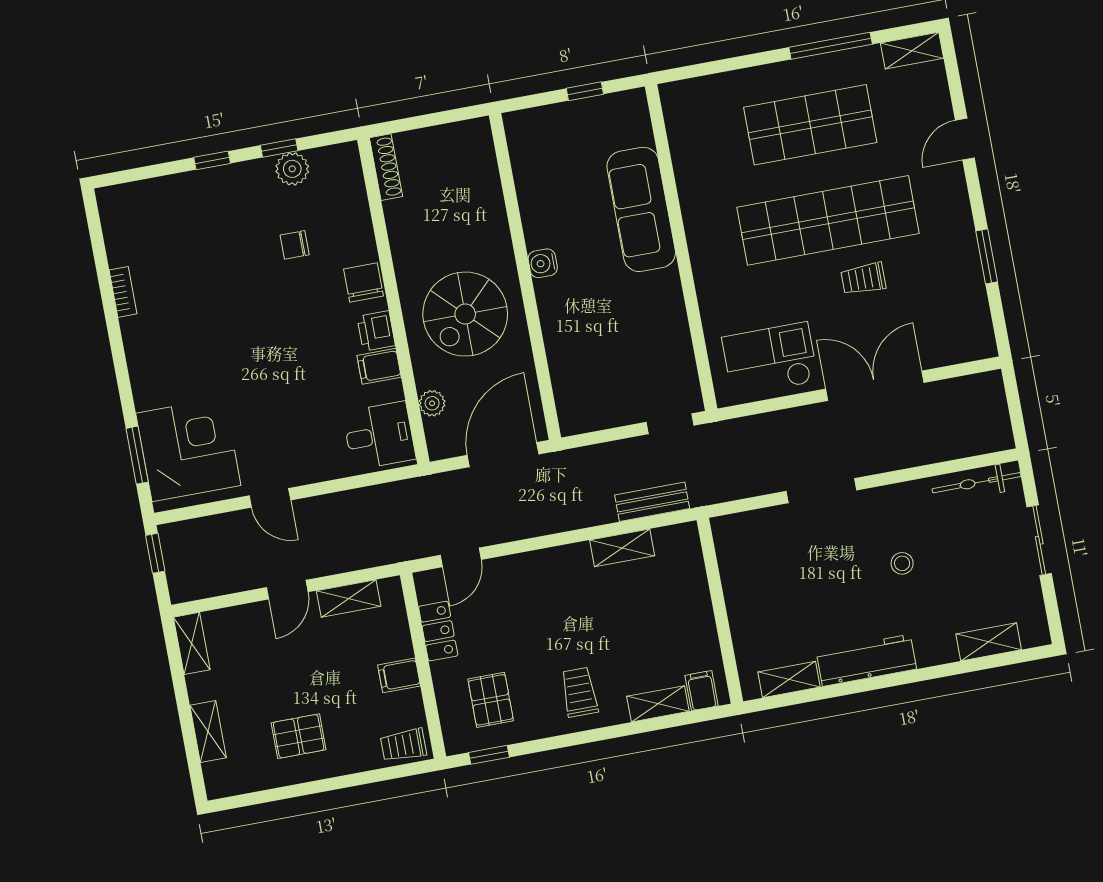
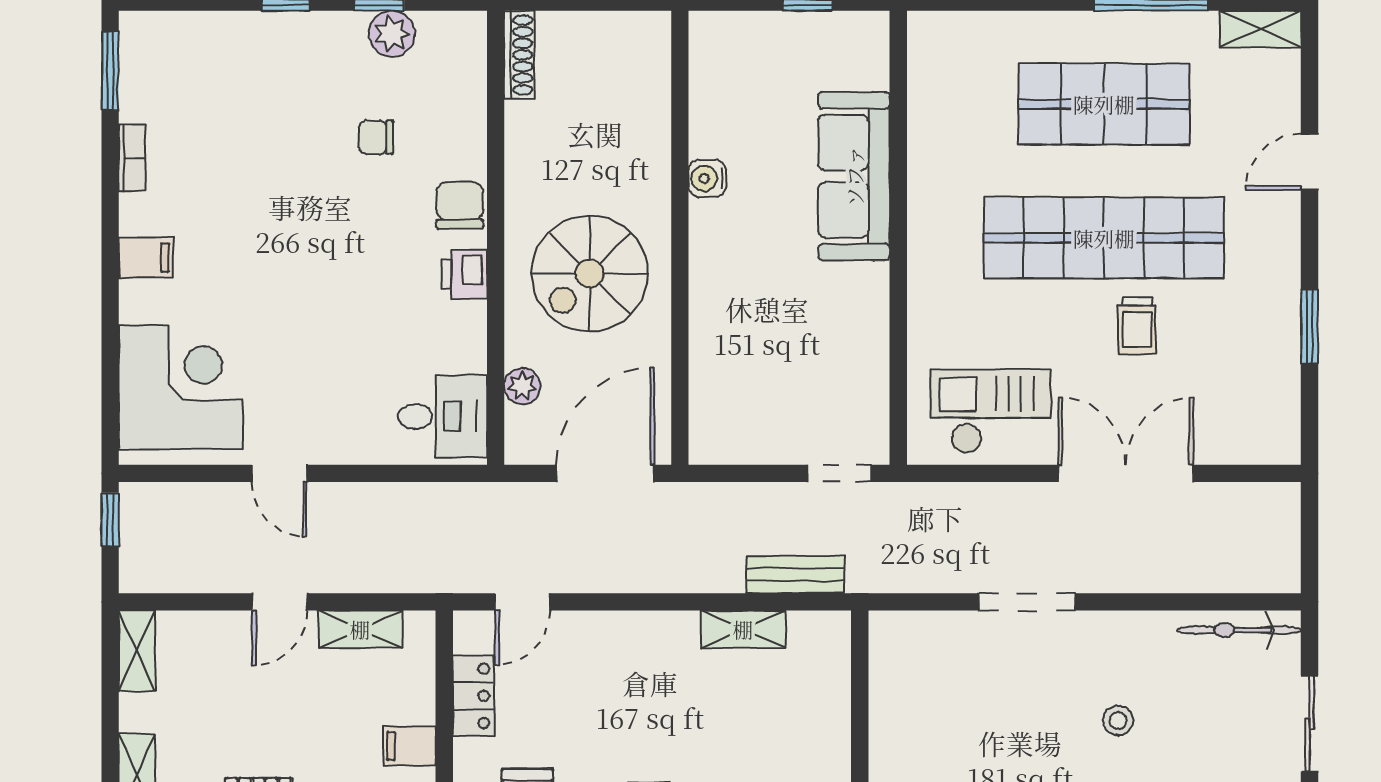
water cooler: (543, 263) -> (707, 178), moved
trolley: (863, 279) -> (1137, 326), turned -90
filing cabinet: (379, 366) -> (146, 258), moved, turned 180
window: (137, 455) -> (110, 71), moved

